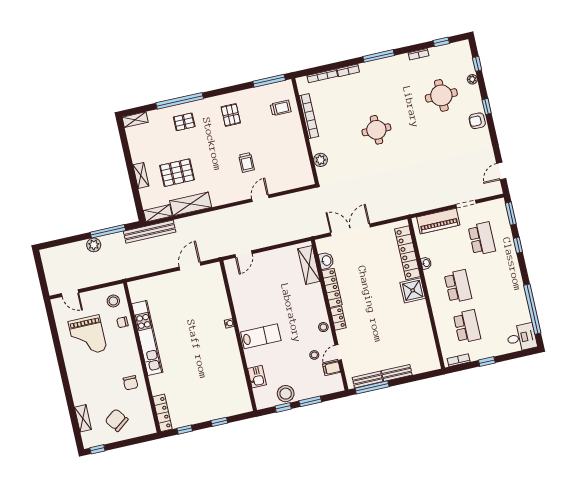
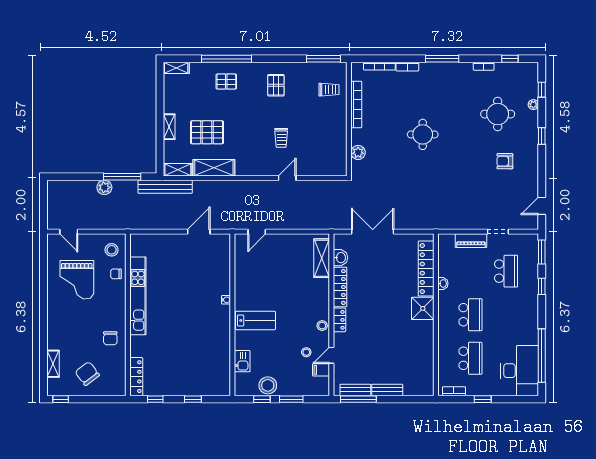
armchair: (477, 121) -> (505, 161), moved
piano: (438, 221) -> (471, 241), width x0.73, depth x0.75
desk: (521, 337) -> (520, 371), width x1.87, depth x1.30

